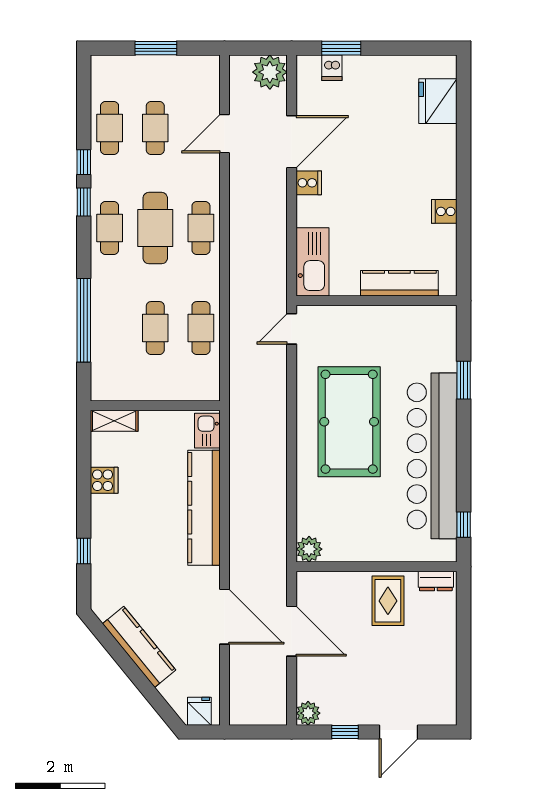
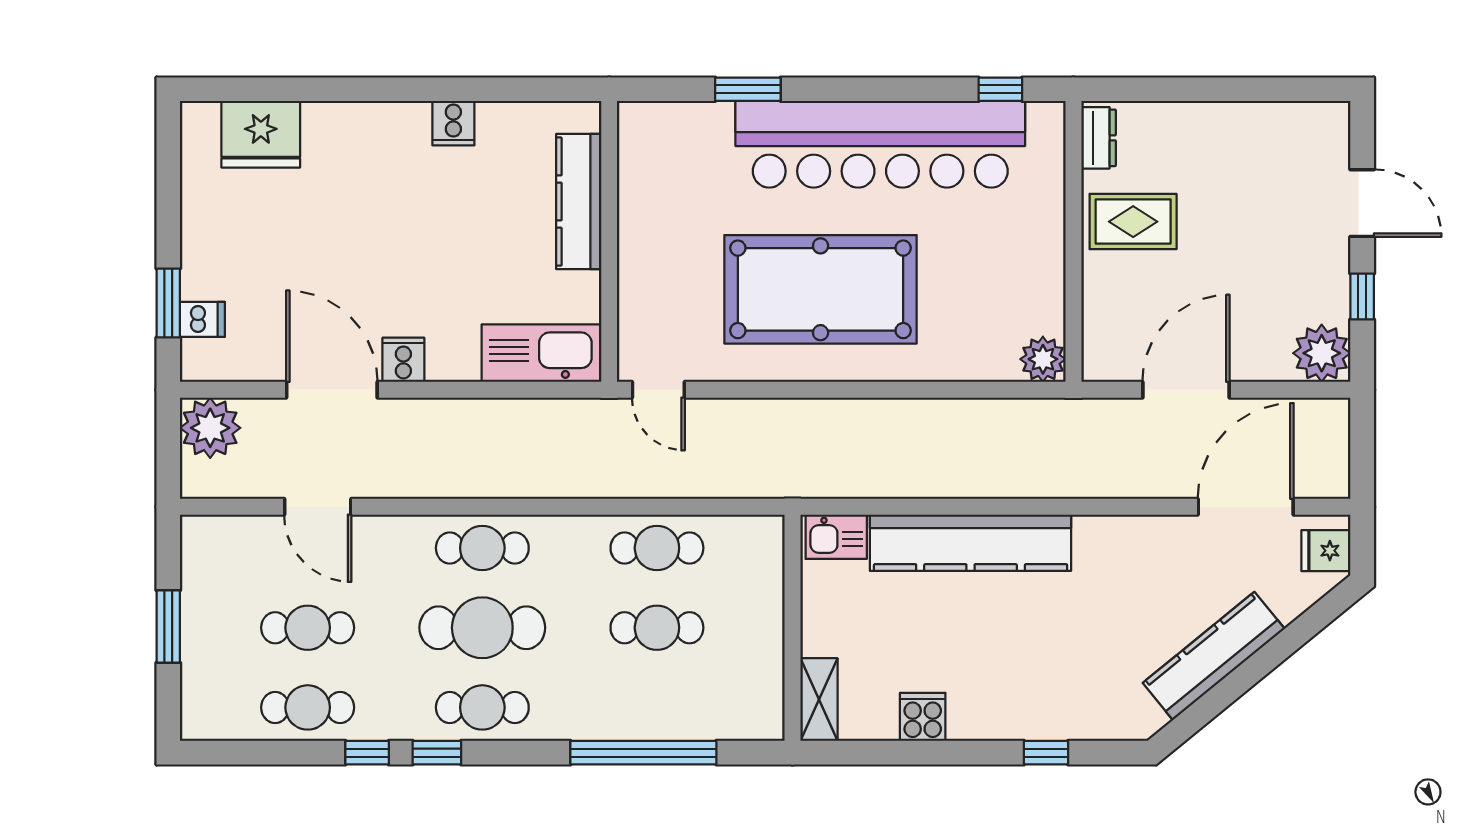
door: (225, 617) -> (1246, 507), moved
plant: (308, 713) -> (1322, 353), width x1.36, depth x1.36

